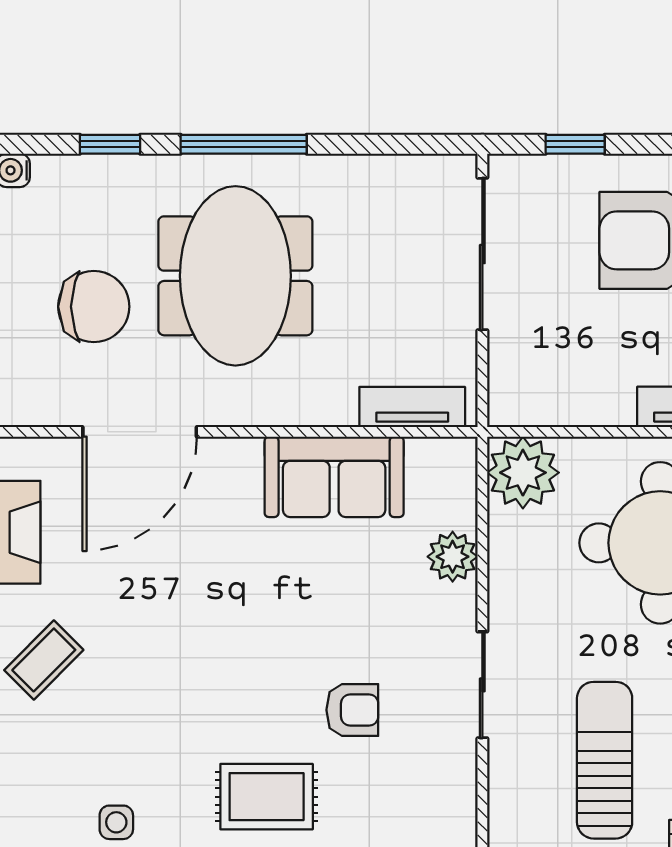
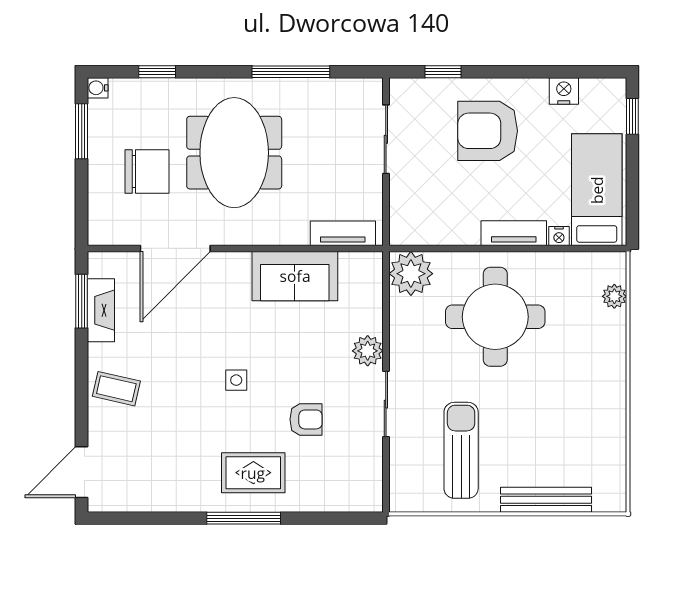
window: (244, 144) -> (291, 72), moved
sliding door: (482, 254) -> (386, 139), width x0.73
plant: (453, 557) -> (368, 351), moved
coffee table: (44, 660) -> (116, 389), turned 58
side table: (116, 822) -> (236, 380), moved

